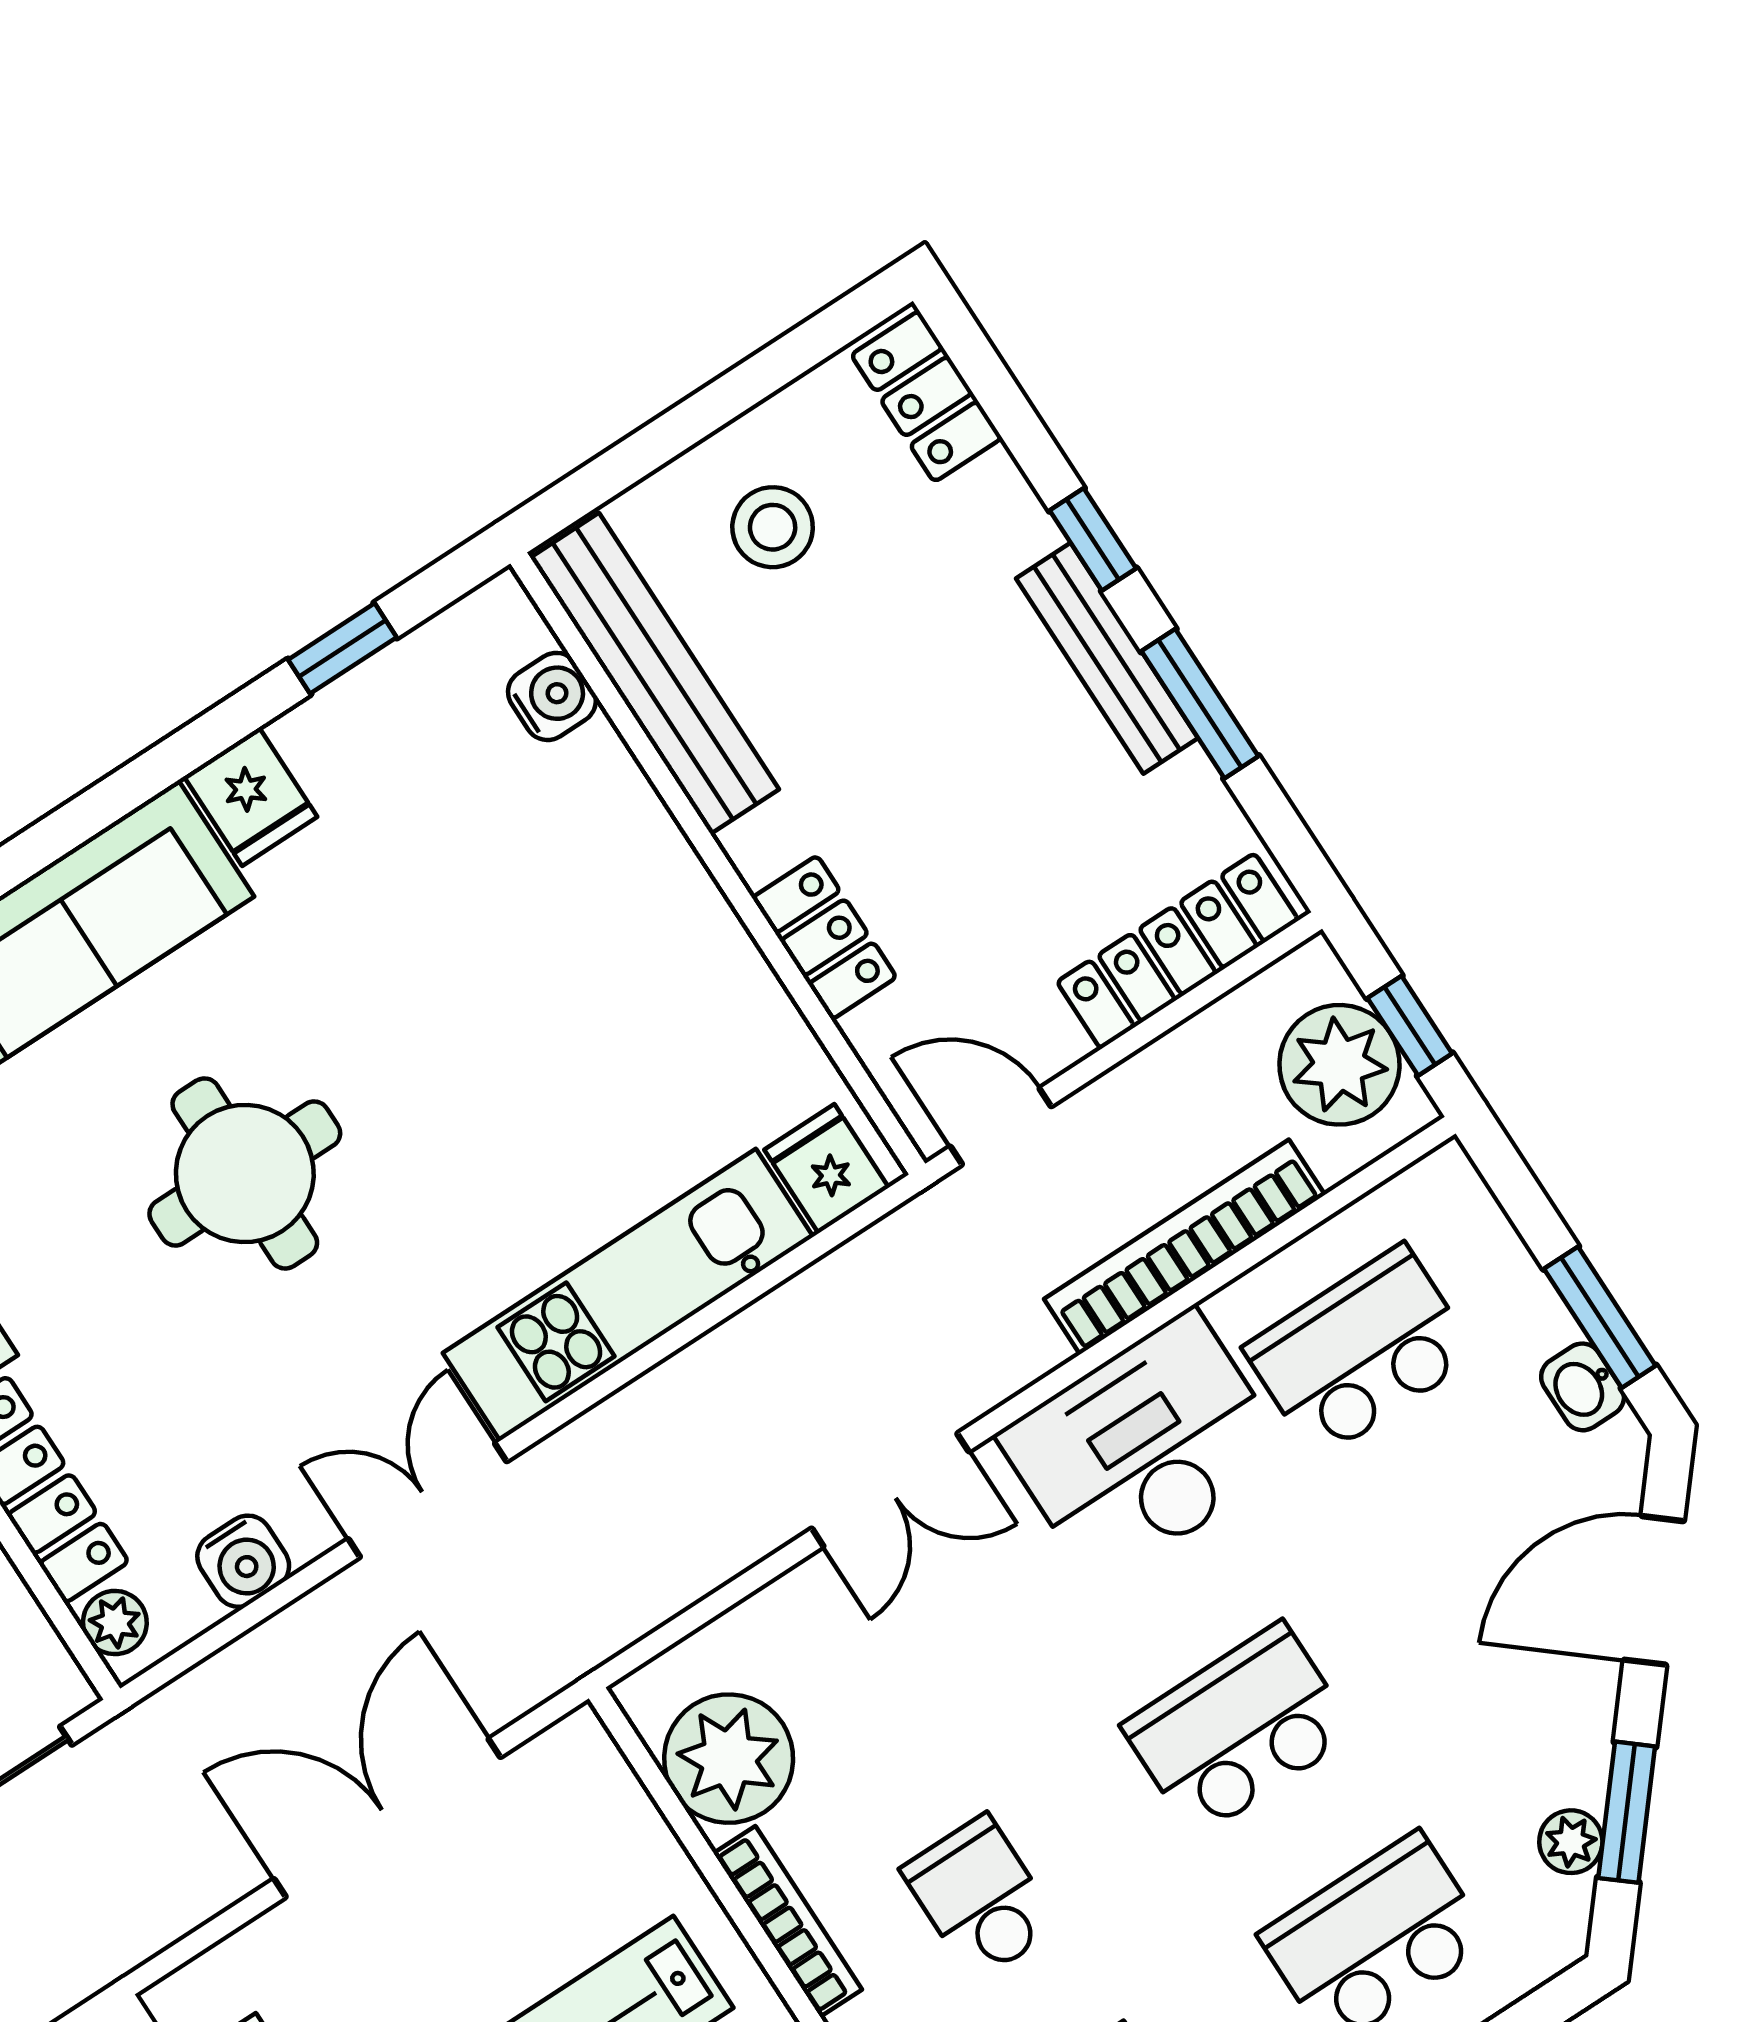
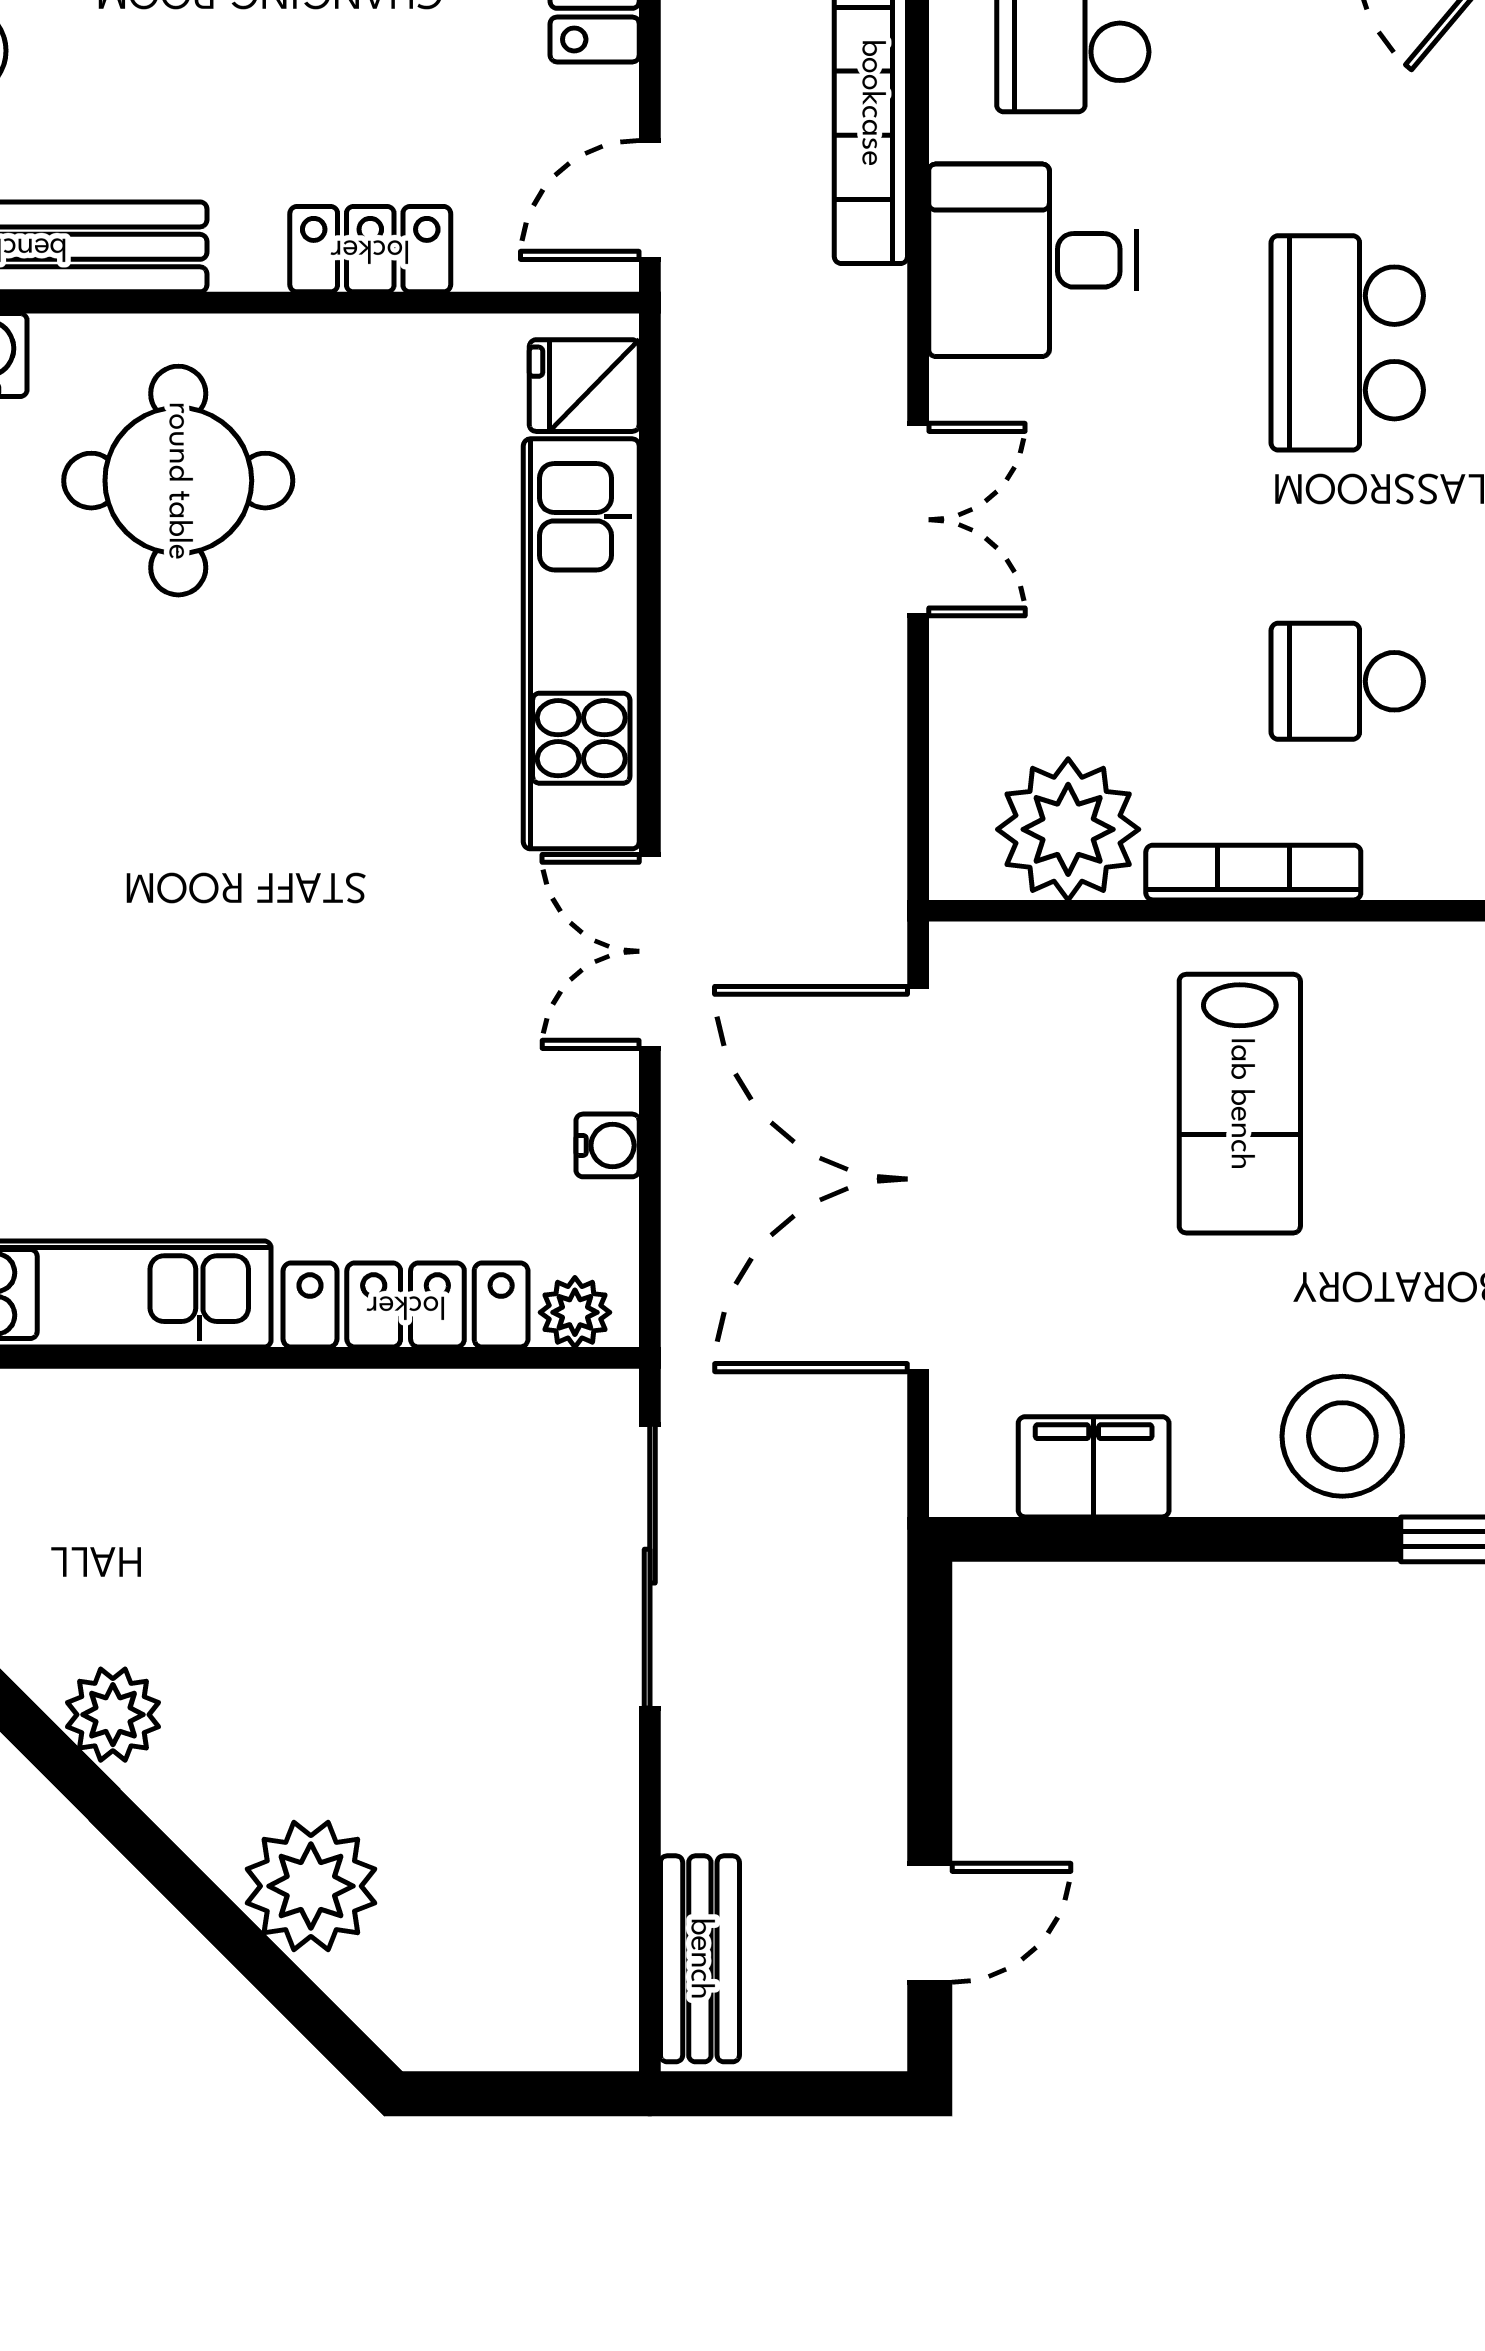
round table: (245, 1173) -> (178, 481), moved
desk: (1145, 1448) -> (1033, 260), width x0.73
water cooler: (243, 1561) -> (608, 1145), width x0.72, depth x0.72
double door: (387, 1818) -> (918, 1179), width x1.36

